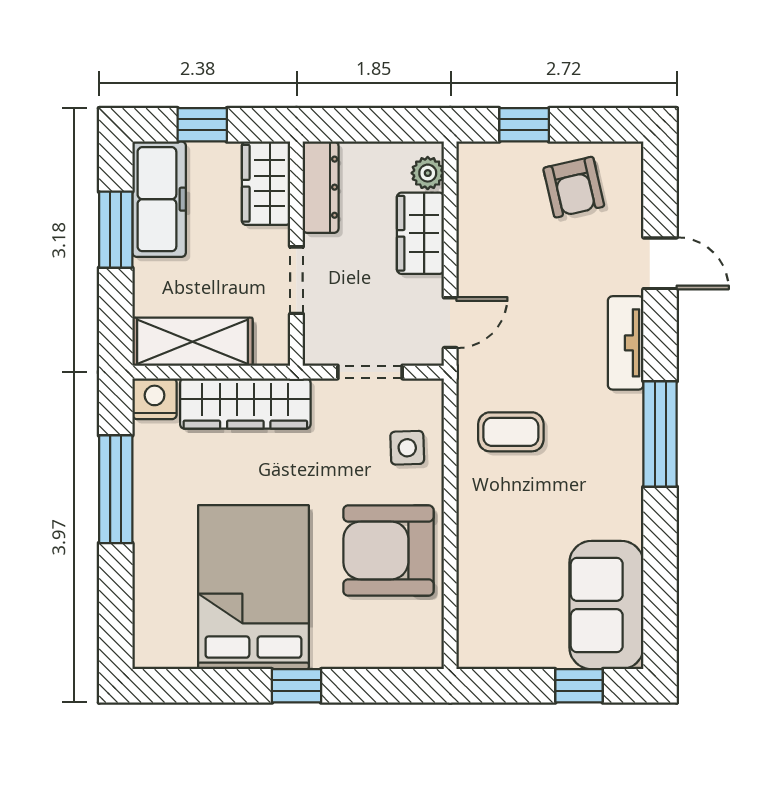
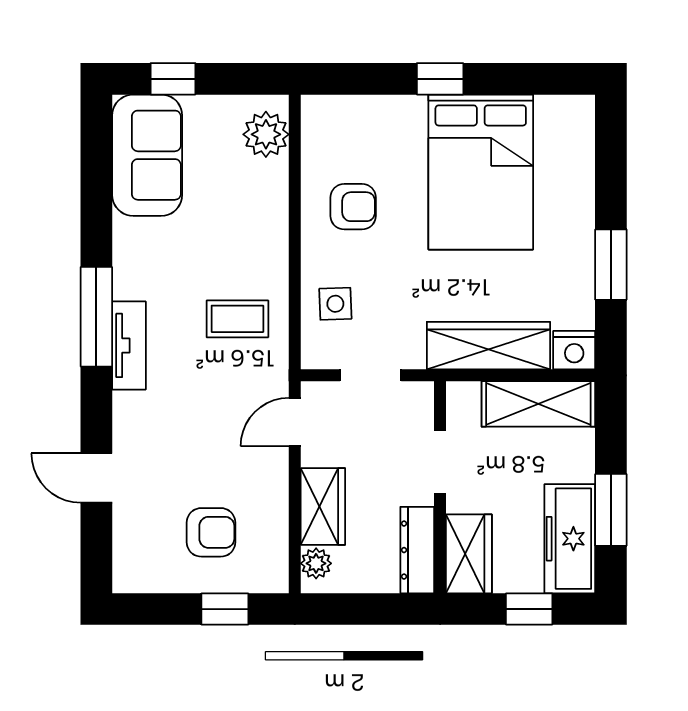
armchair: (574, 187) -> (211, 532), moved, turned 103
tv unit: (626, 343) -> (129, 345), moved
window: (116, 489) -> (611, 265), width x0.69
armchair: (388, 550) -> (353, 207), width x0.53, depth x0.53
plant: (481, 627) -> (266, 134), added

